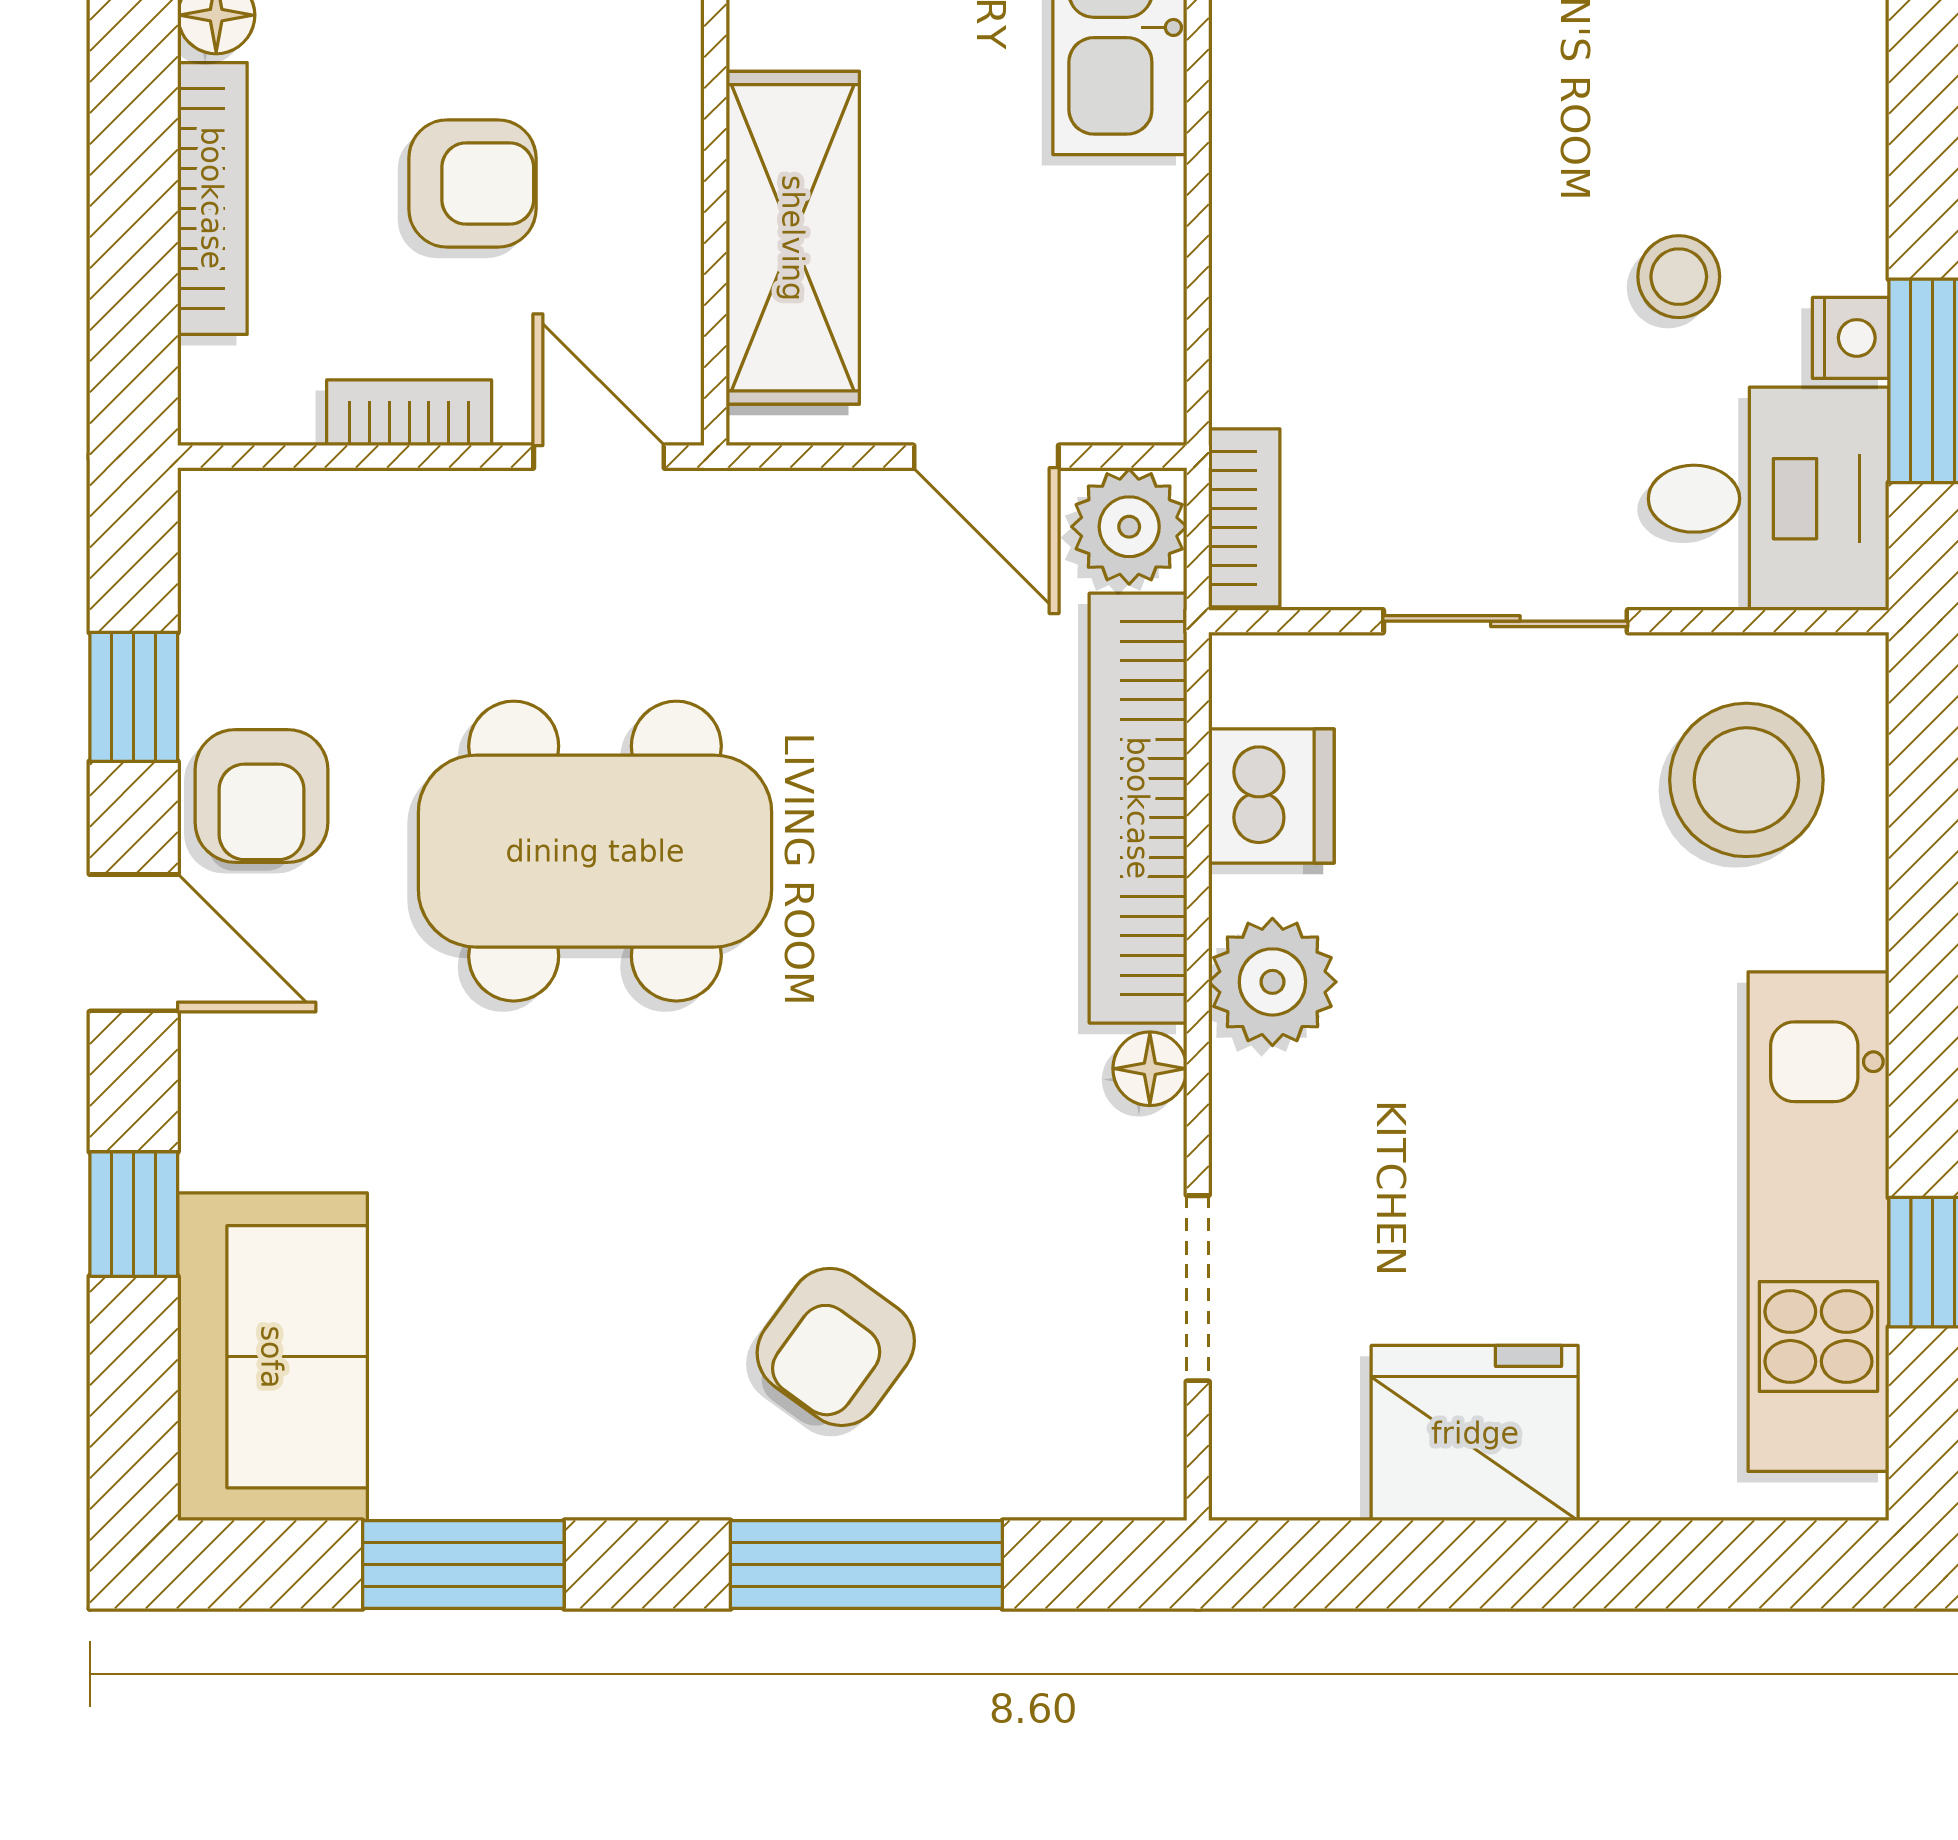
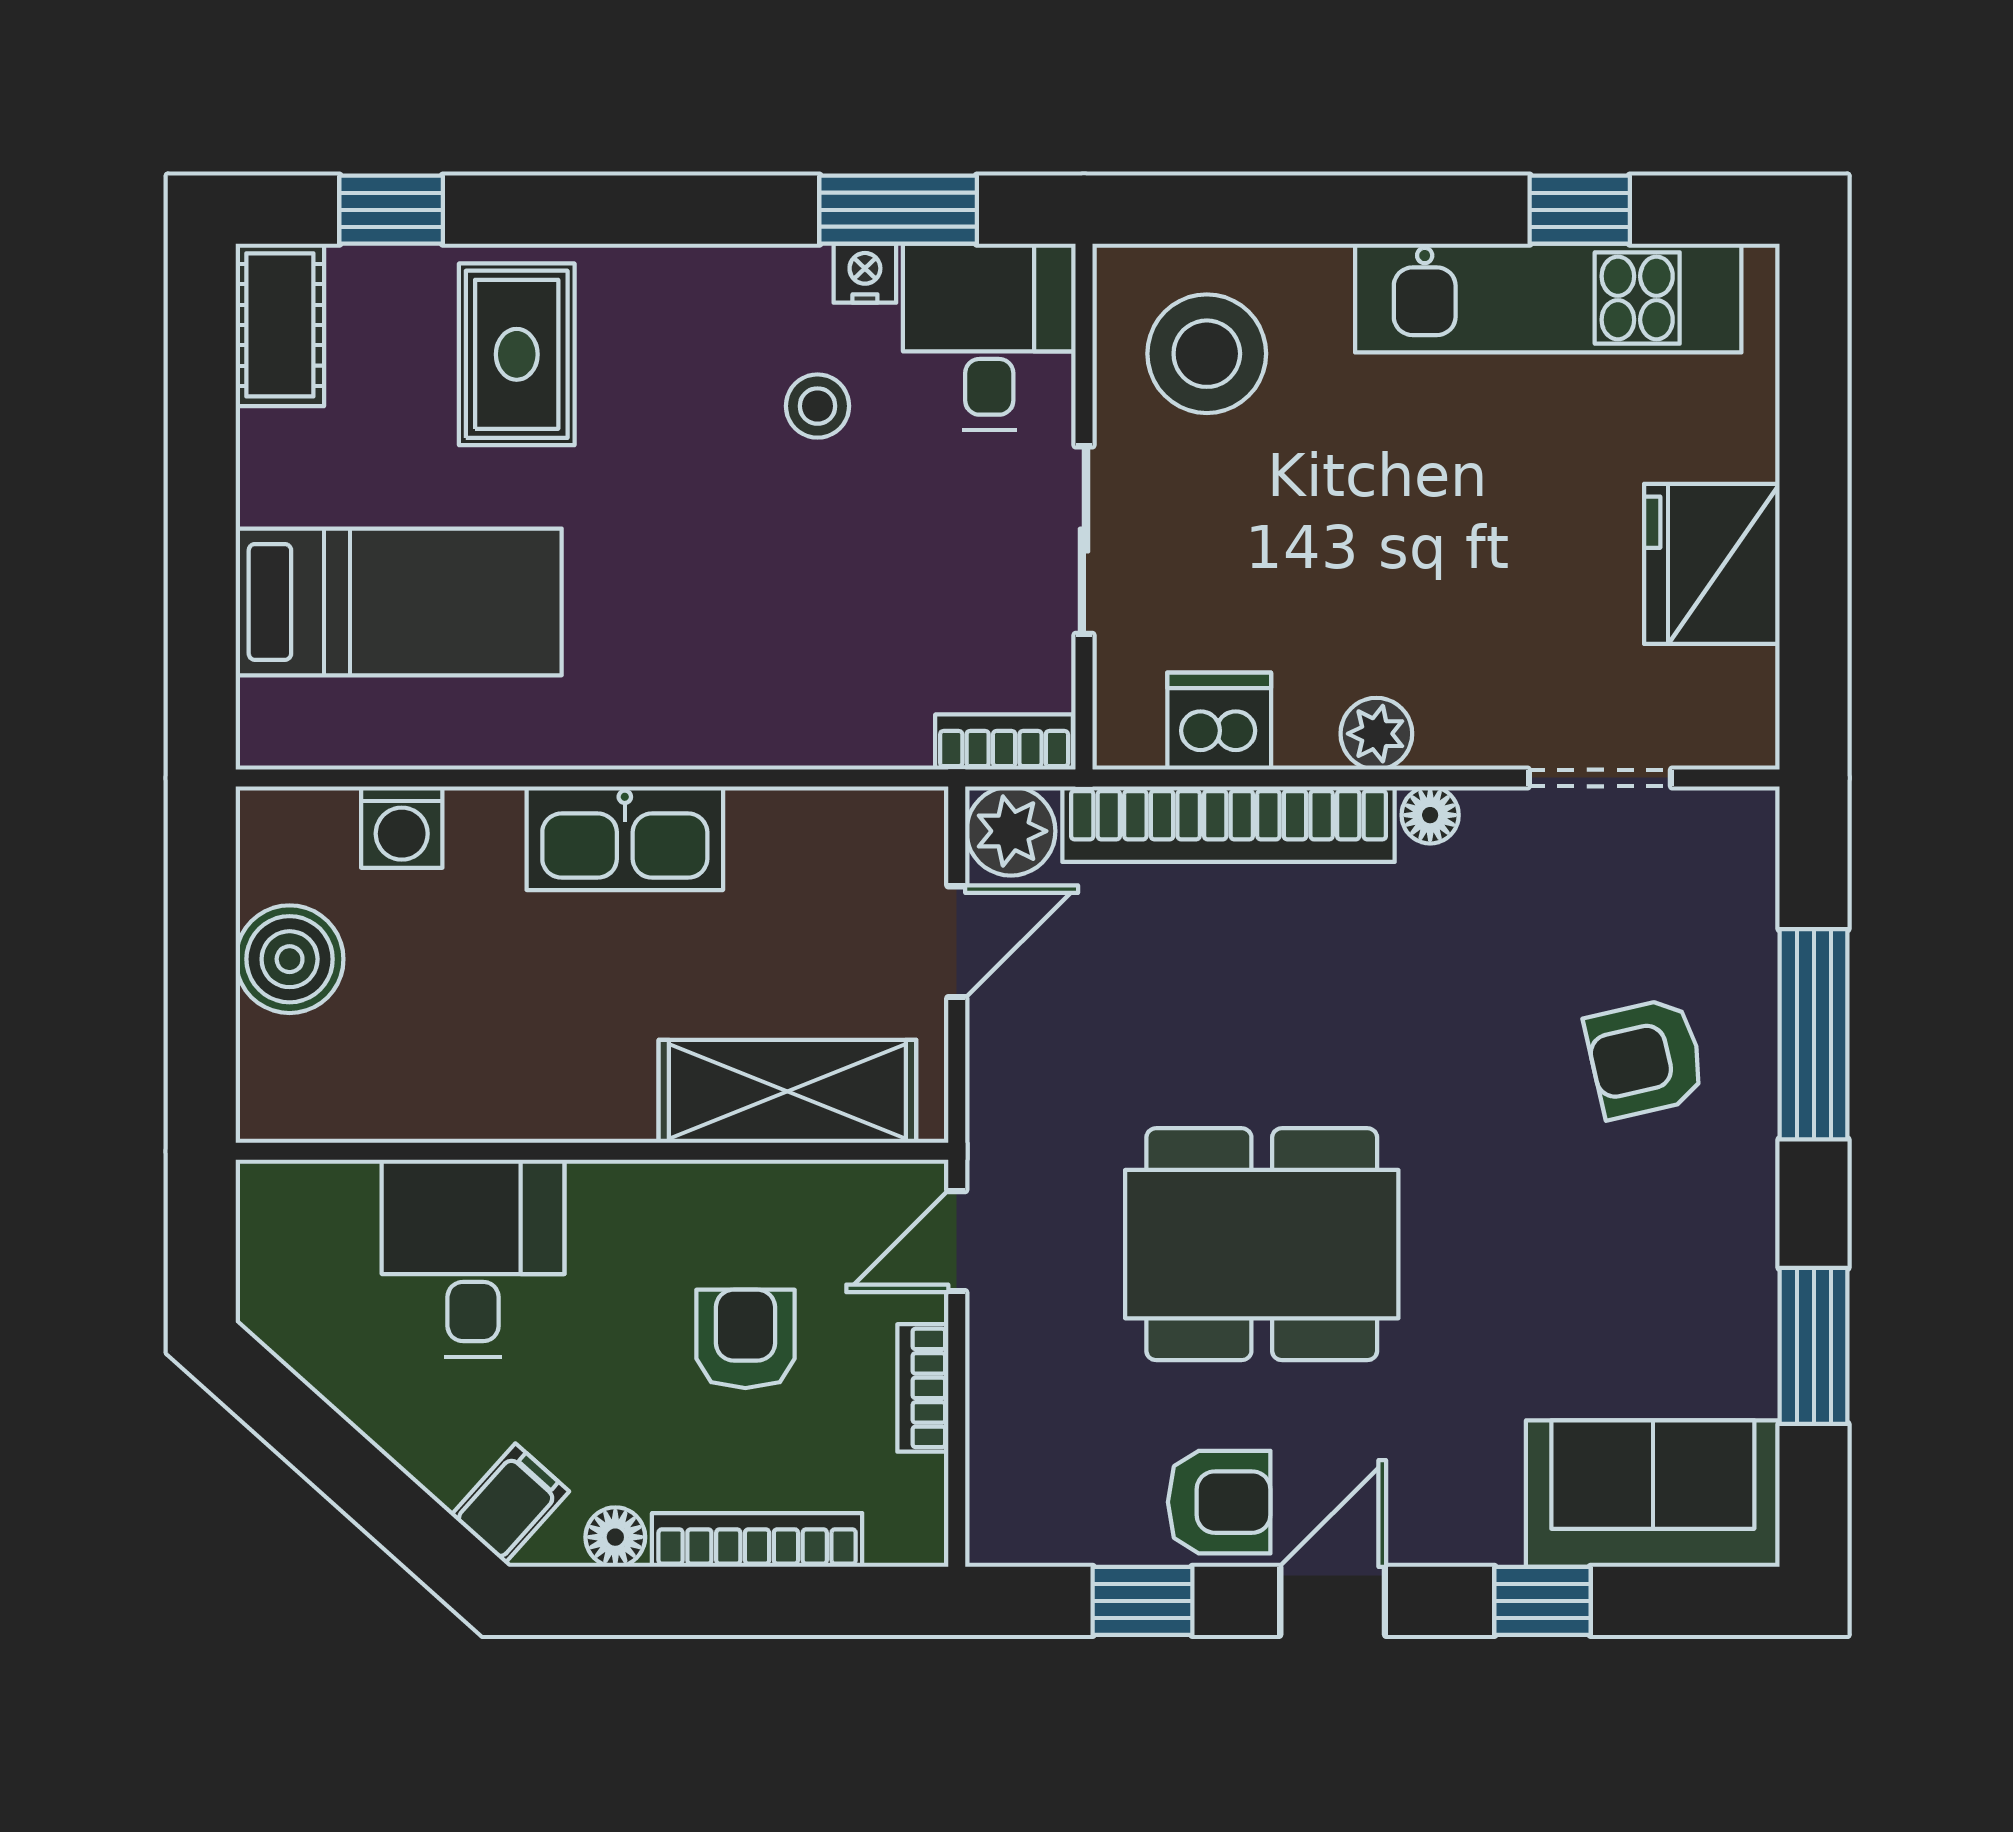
dining table: (595, 851) -> (1262, 1244), turned 90
plant: (1272, 982) -> (1376, 734), width x0.73, depth x0.73
armchair: (836, 1347) -> (1645, 1058), turned 131

